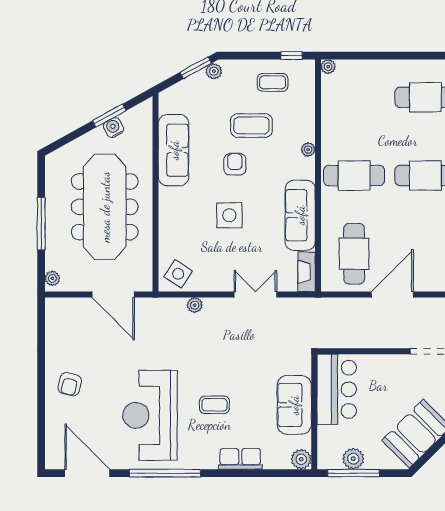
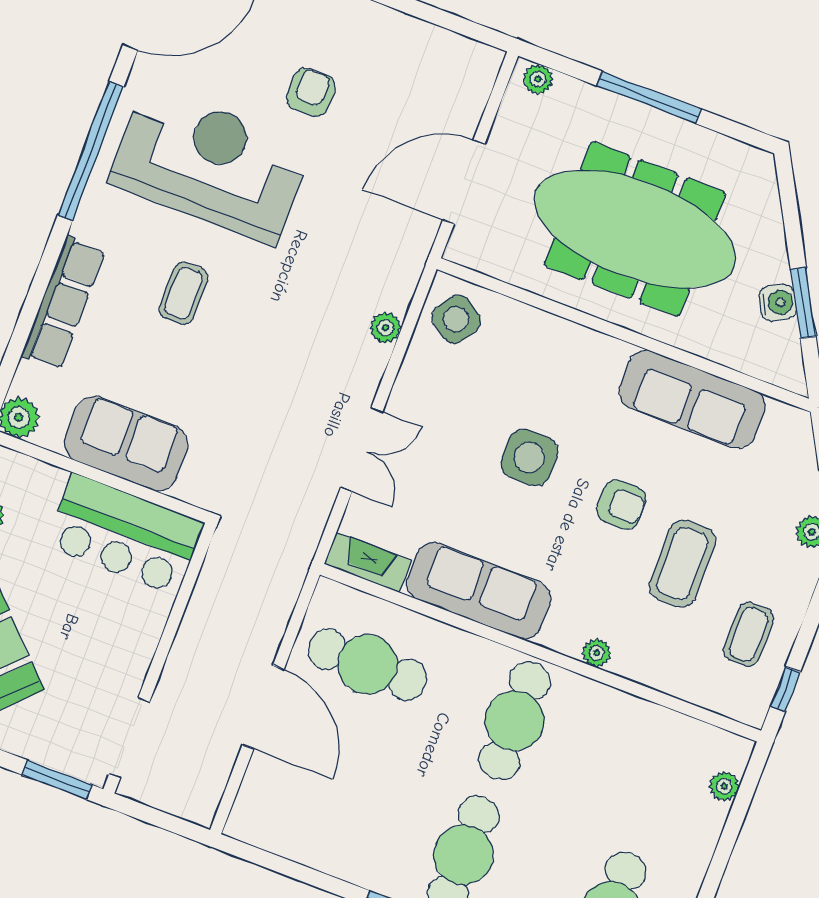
plant: (328, 67) -> (724, 786), moved
armchair: (70, 384) -> (311, 92), moved, turned 76
row of seats: (240, 459) -> (63, 303), width x1.48

